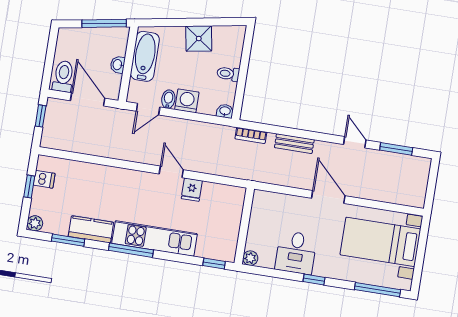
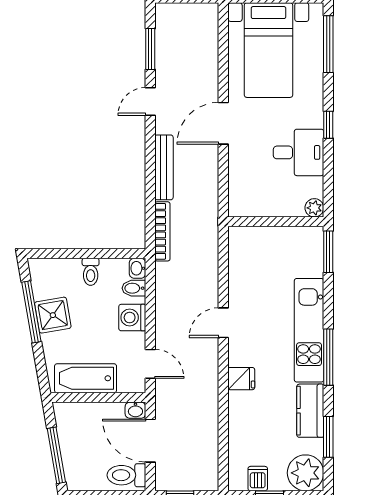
window: (204, 22) -> (31, 312), added
window: (104, 23) -> (56, 455), moved
washbasin: (118, 65) -> (135, 410), moved
door: (88, 99) -> (150, 441), hinge flipped
bidet: (168, 99) -> (134, 288), moved
bookcase: (251, 135) -> (162, 231), width x1.56
bench: (294, 144) -> (164, 167), width x1.36
fridge: (192, 190) -> (241, 379), moved
plant: (35, 223) -> (306, 473), width x1.87, depth x1.87
window: (214, 263) -> (328, 252), width x1.50

